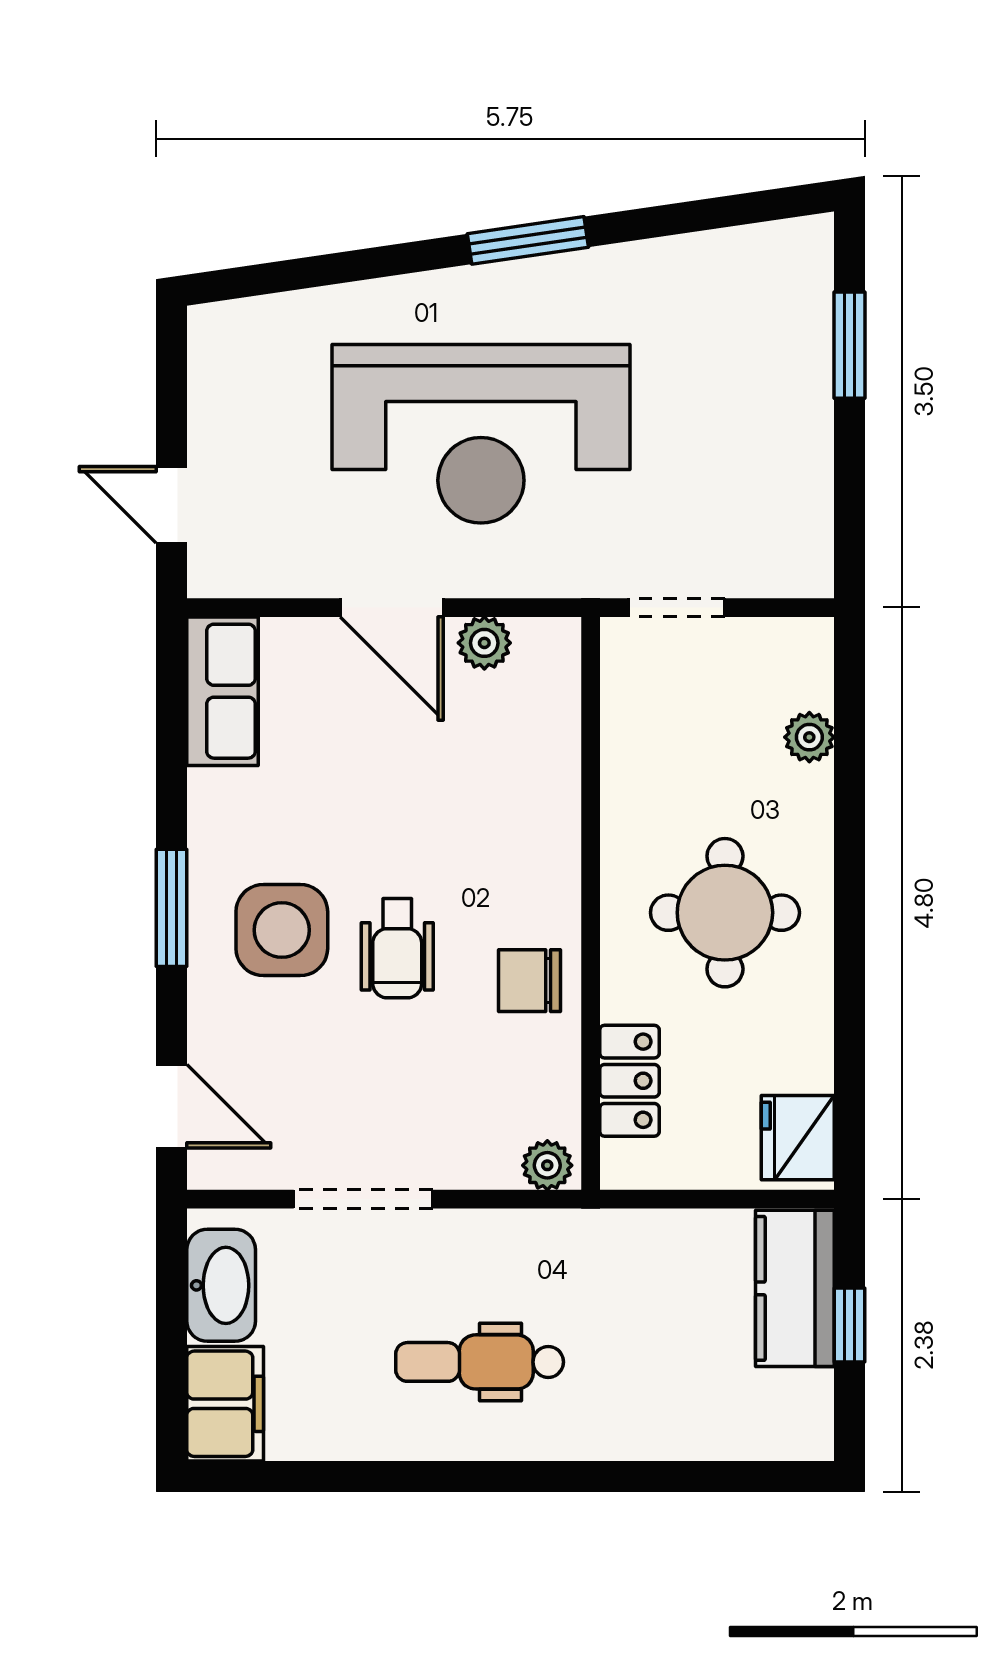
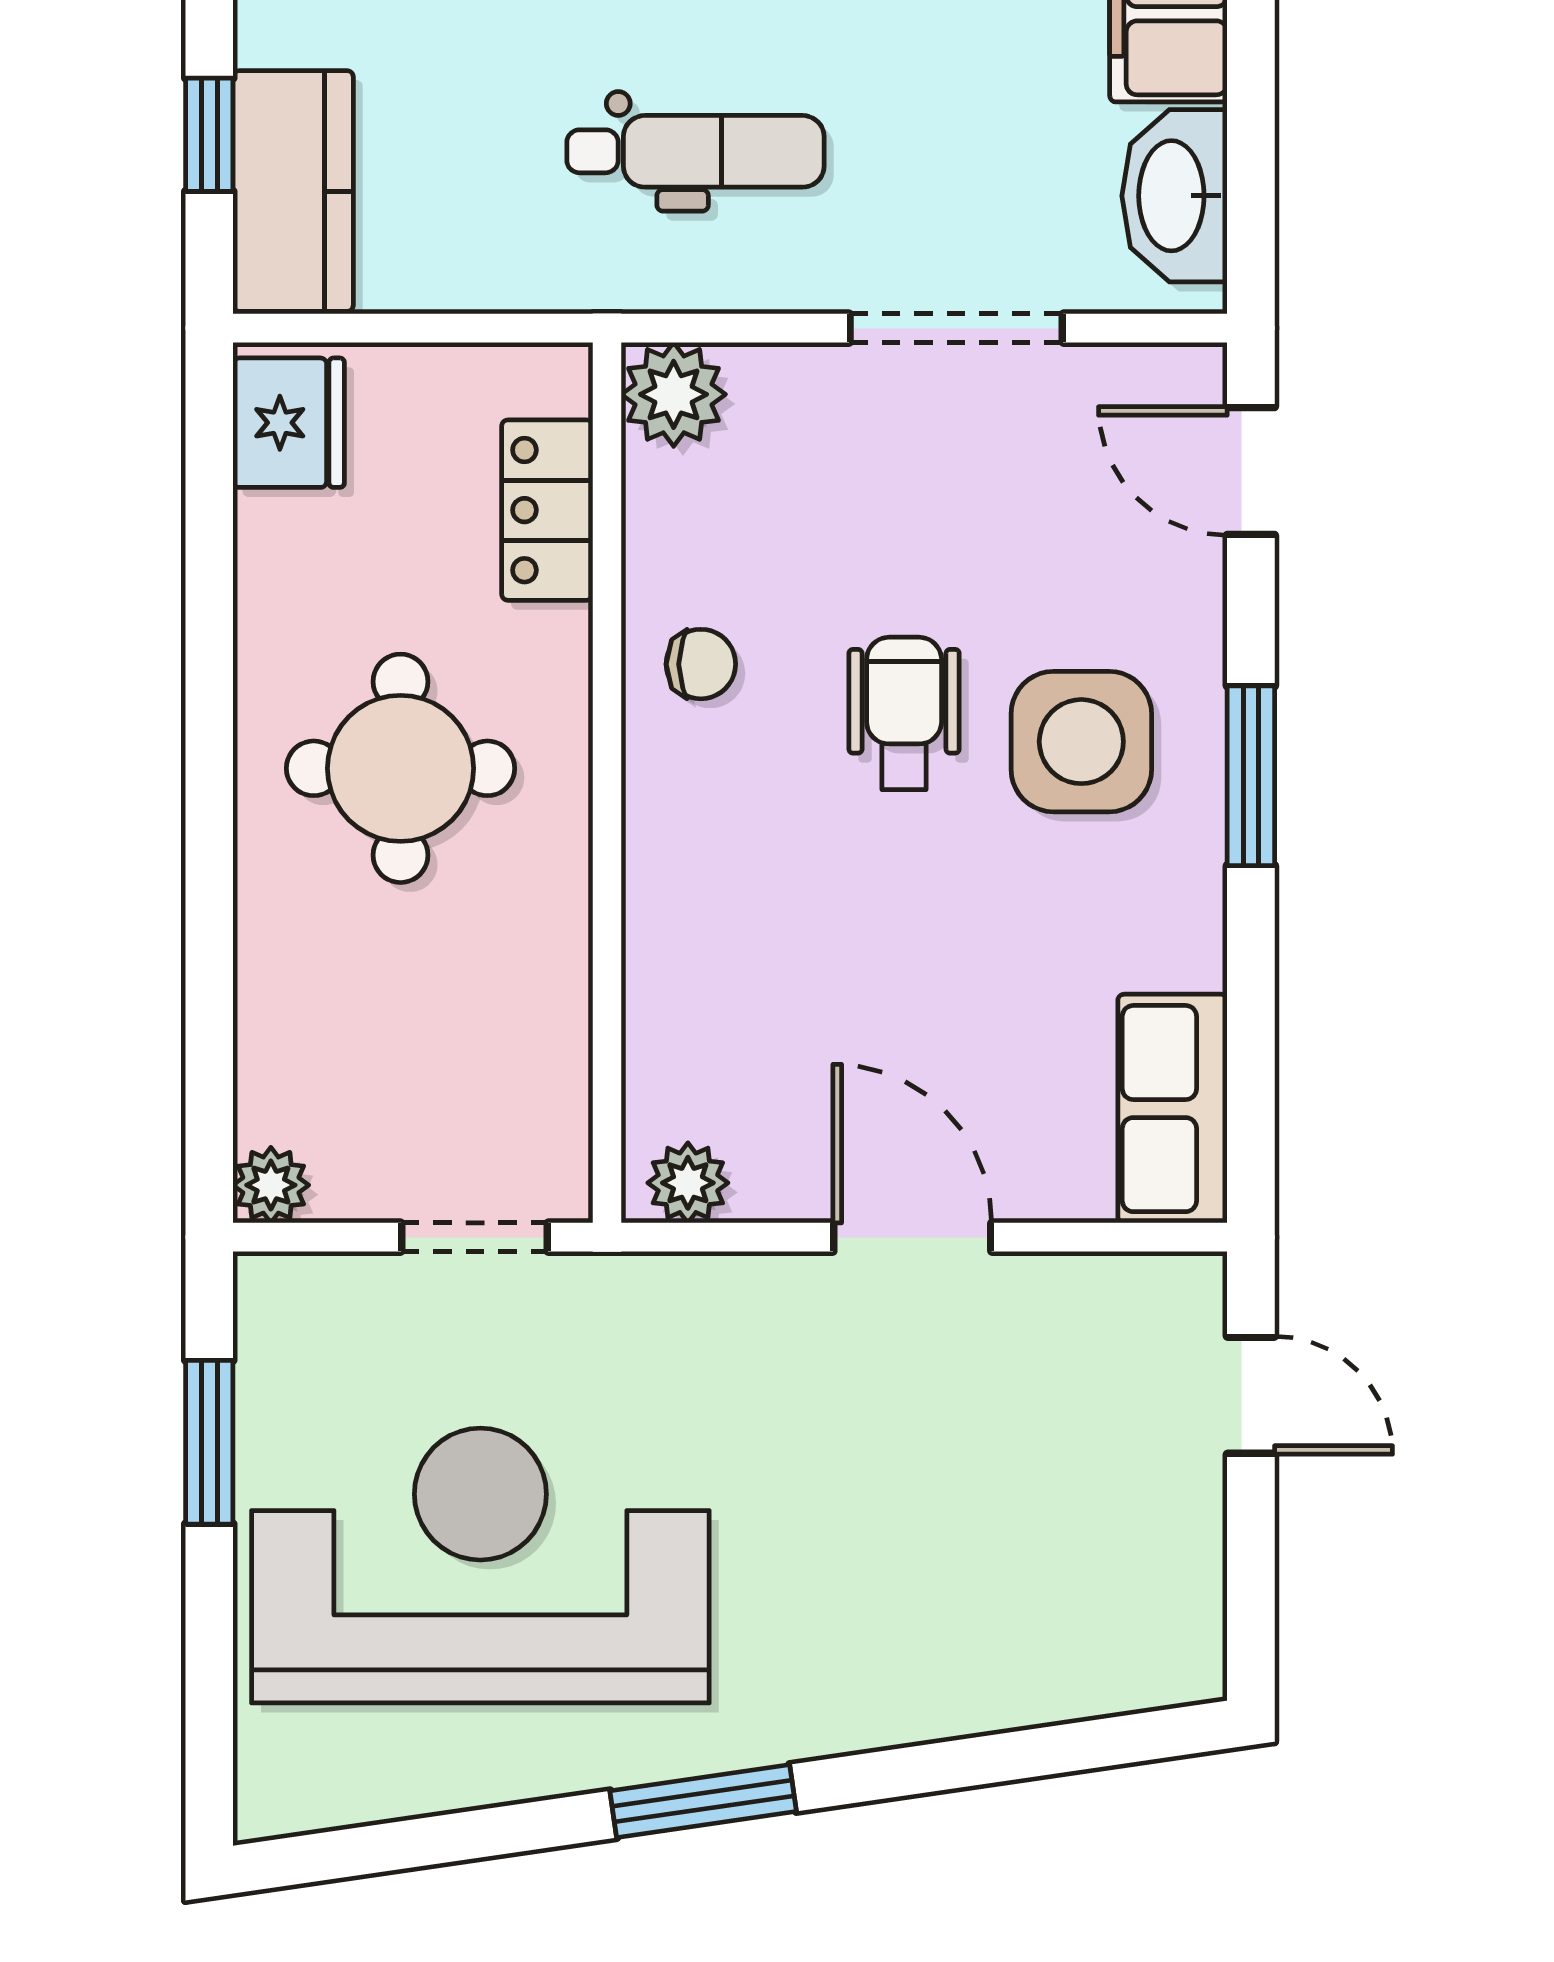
window: (849, 345) -> (209, 1442), moved
reception desk: (481, 434) -> (480, 1566), moved
plant: (484, 643) -> (688, 1183), moved
plant: (809, 737) -> (271, 1185), moved
chair: (529, 981) -> (701, 664), width x0.73, depth x0.73
plant: (547, 1165) -> (674, 394), width x1.38, depth x1.38
dental chair: (480, 1362) -> (695, 151), moved

